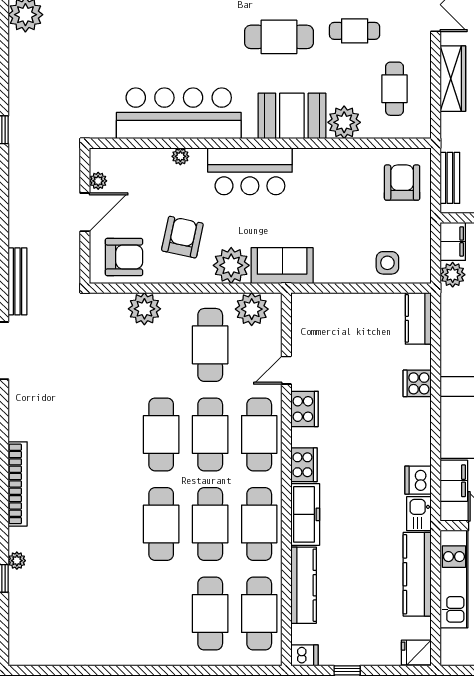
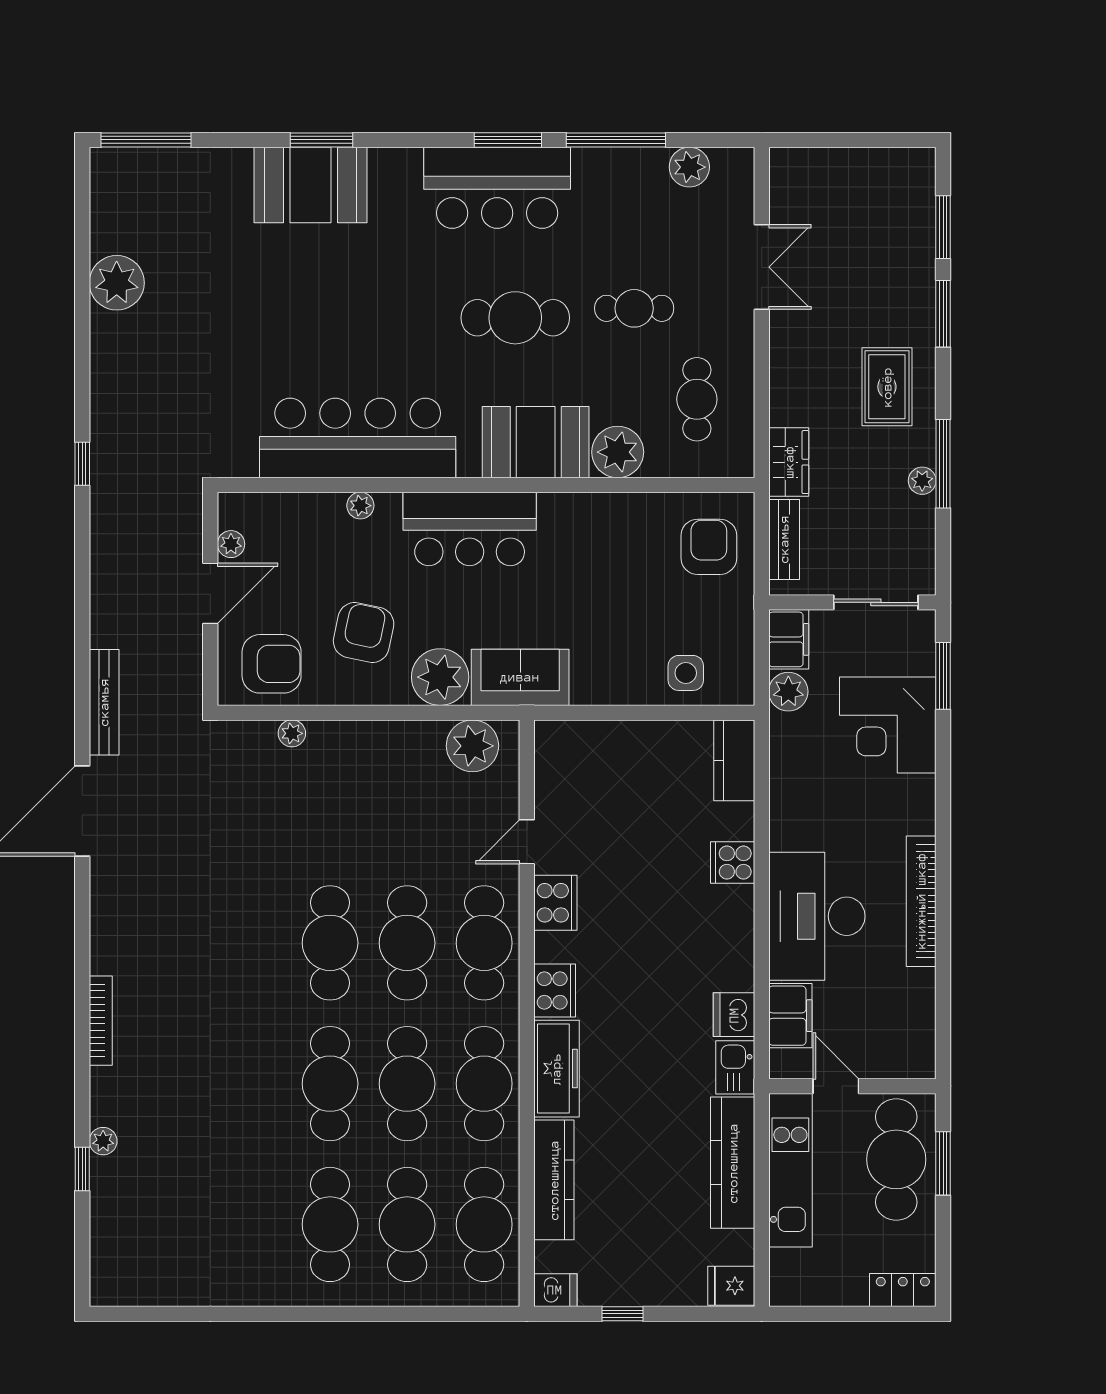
wardrobe: (453, 79) -> (789, 462), moved, width x0.67
plant: (144, 309) -> (292, 733), width x0.53, depth x0.53
cafe table: (210, 345) -> (330, 1224), moved
bookcase: (18, 484) -> (101, 1021), width x0.68, depth x0.76

